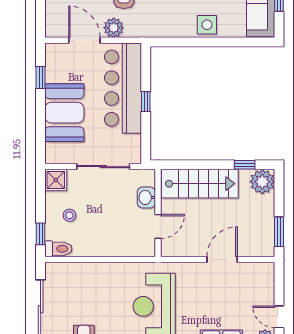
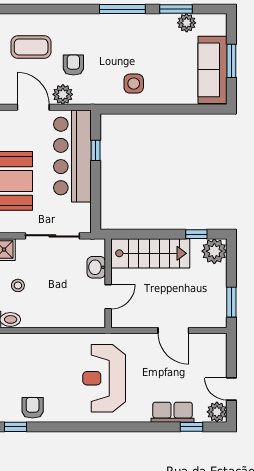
side table: (207, 25) -> (134, 84), moved
window: (146, 101) -> (96, 150), moved
door: (222, 260) -> (173, 331), swing flipped

